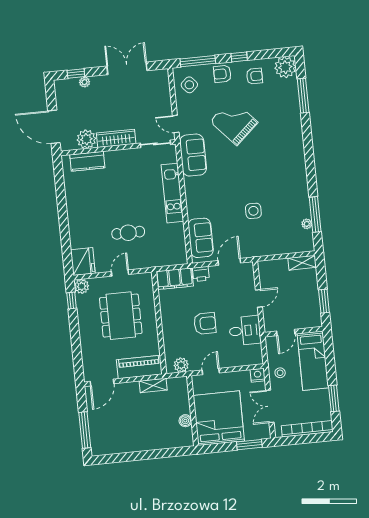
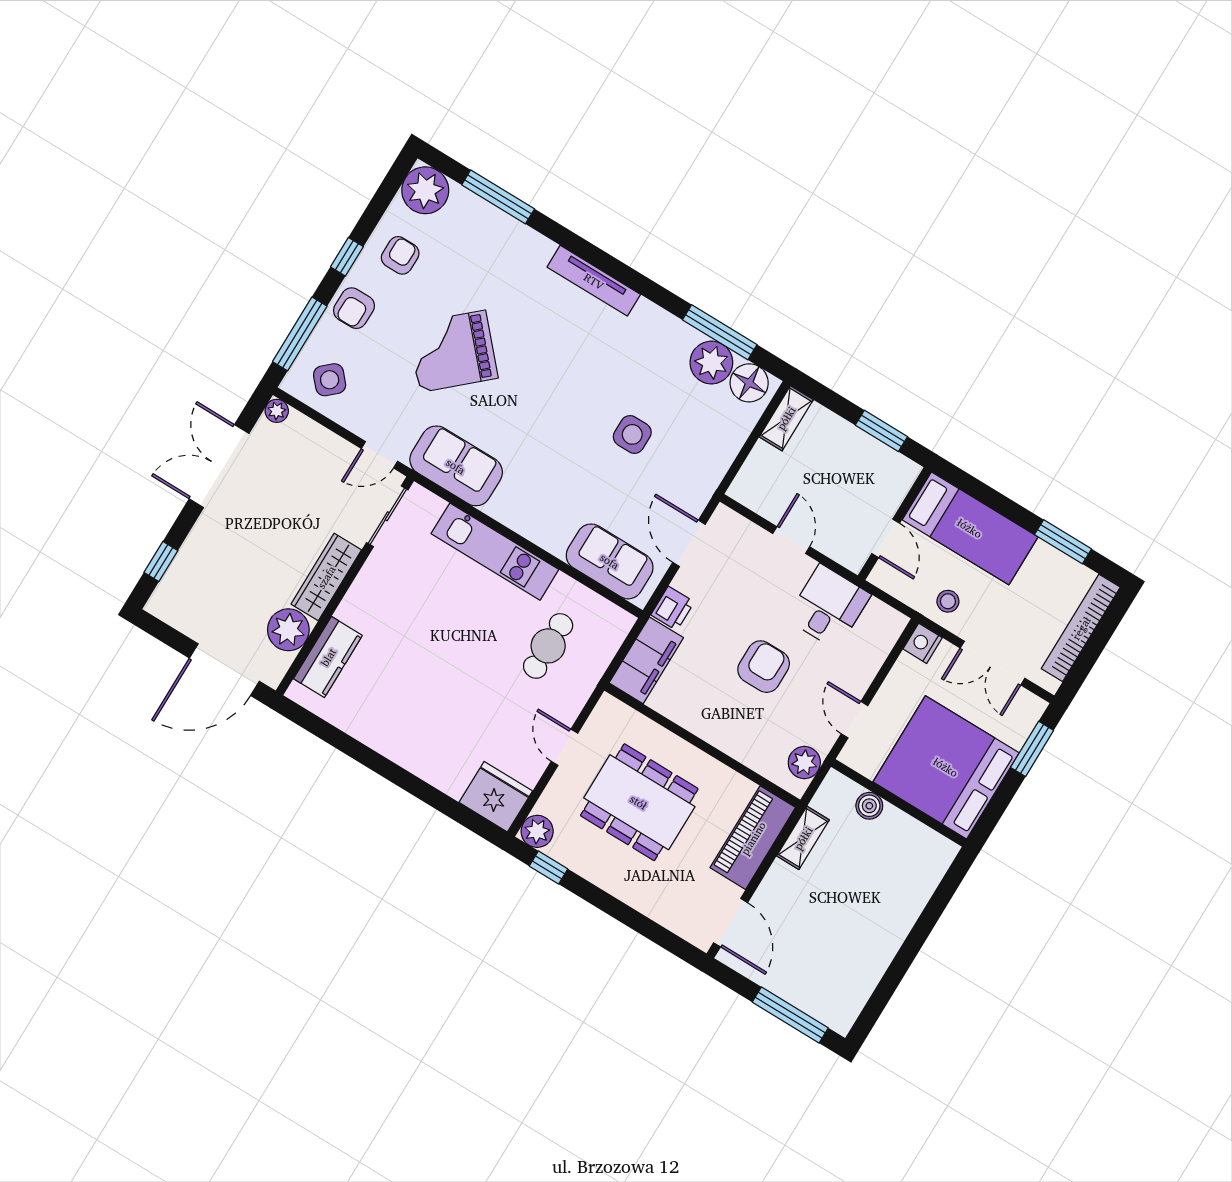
plant: (85, 82) -> (277, 411), moved
tv unit: (299, 154) -> (594, 281), added
plant: (307, 224) -> (711, 363), width x1.88, depth x1.88
cafe table: (128, 233) -> (548, 646), moved
floor lamp: (305, 239) -> (749, 383), added
boiler: (185, 421) -> (869, 806), moved

